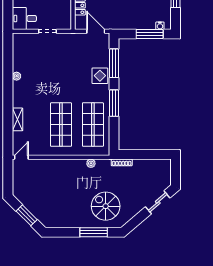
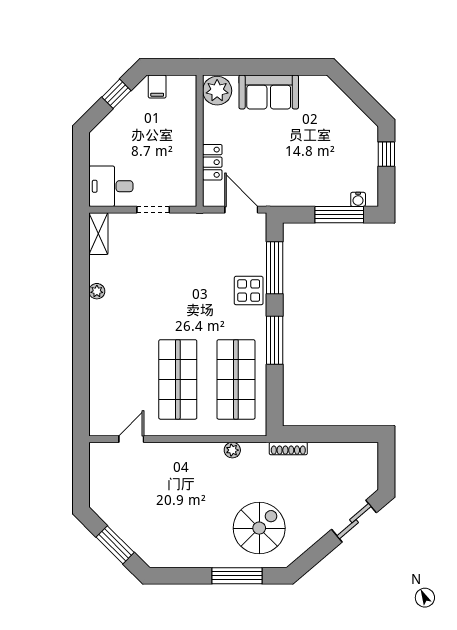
shelving: (17, 119) -> (98, 234), moved
door: (21, 157) -> (131, 439), moved
spiral stairs: (106, 206) -> (259, 528), turned 90

